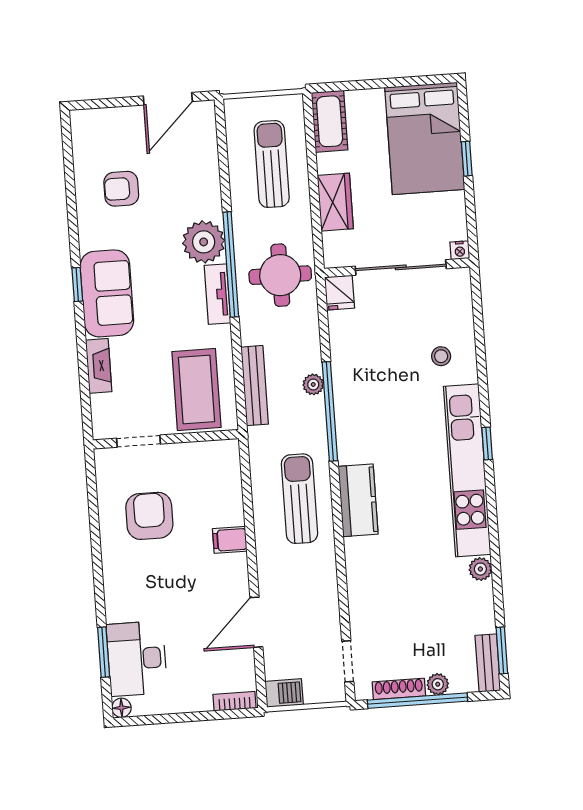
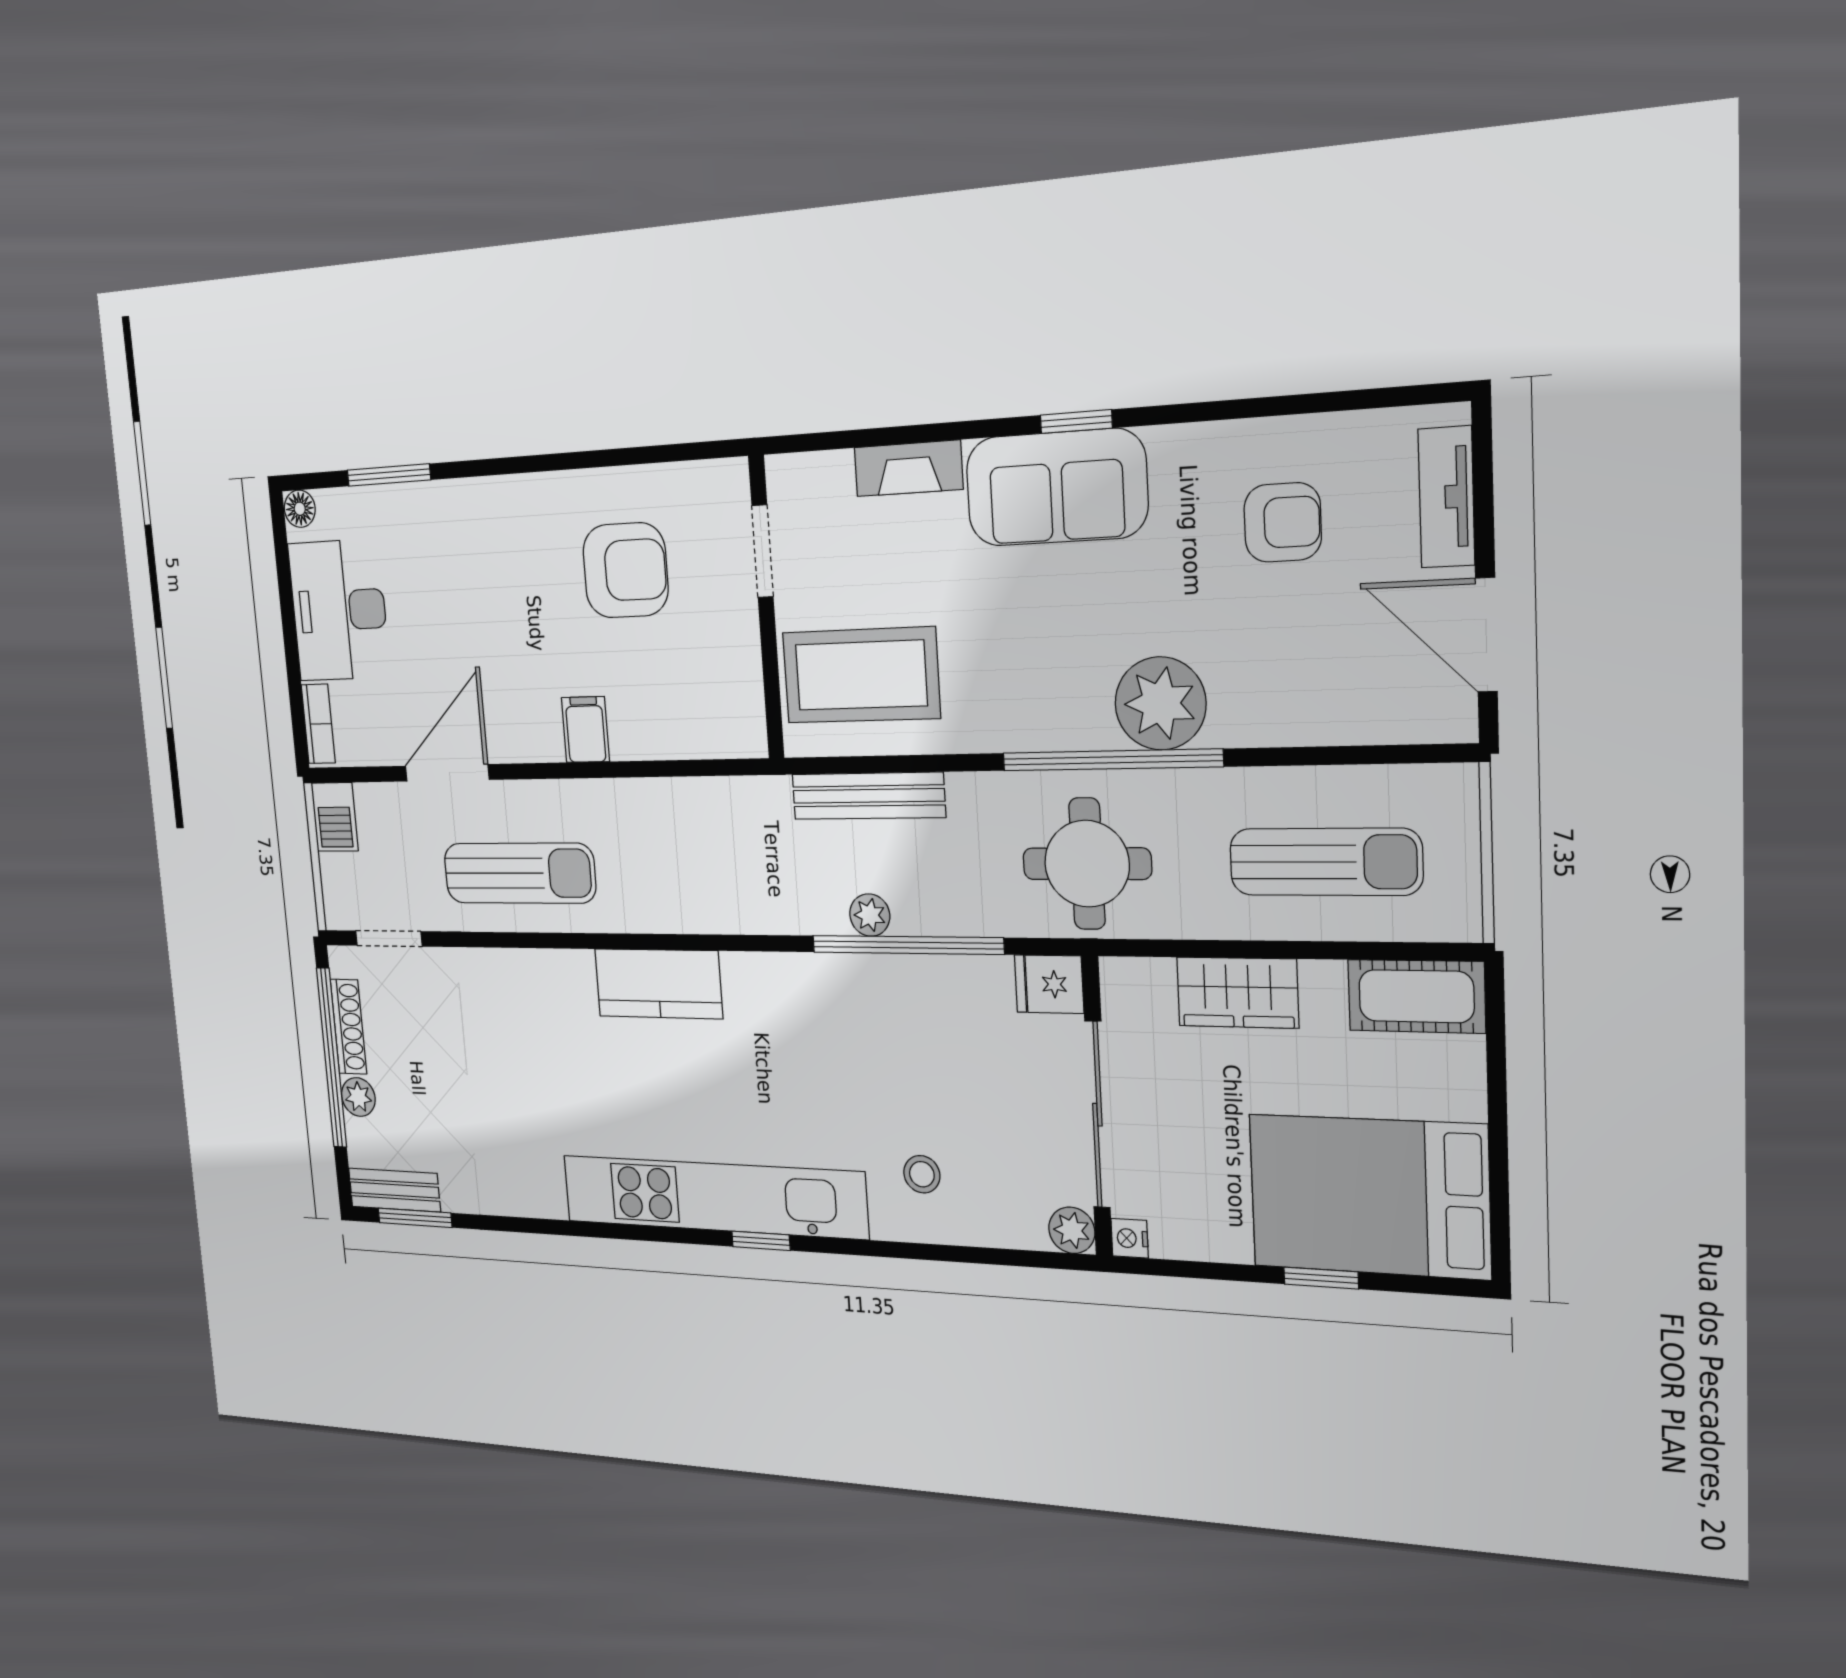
armchair: (121, 189) -> (1283, 522), turned 90
tv unit: (217, 294) -> (1446, 497), moved, turned -90
window: (330, 411) -> (907, 945), moved
sun lounger: (299, 499) -> (519, 873), moved
plant: (480, 569) -> (1072, 1230), moved
door: (256, 622) -> (447, 773), hinge flipped
desk: (137, 659) -> (339, 610), moved, turned -90

